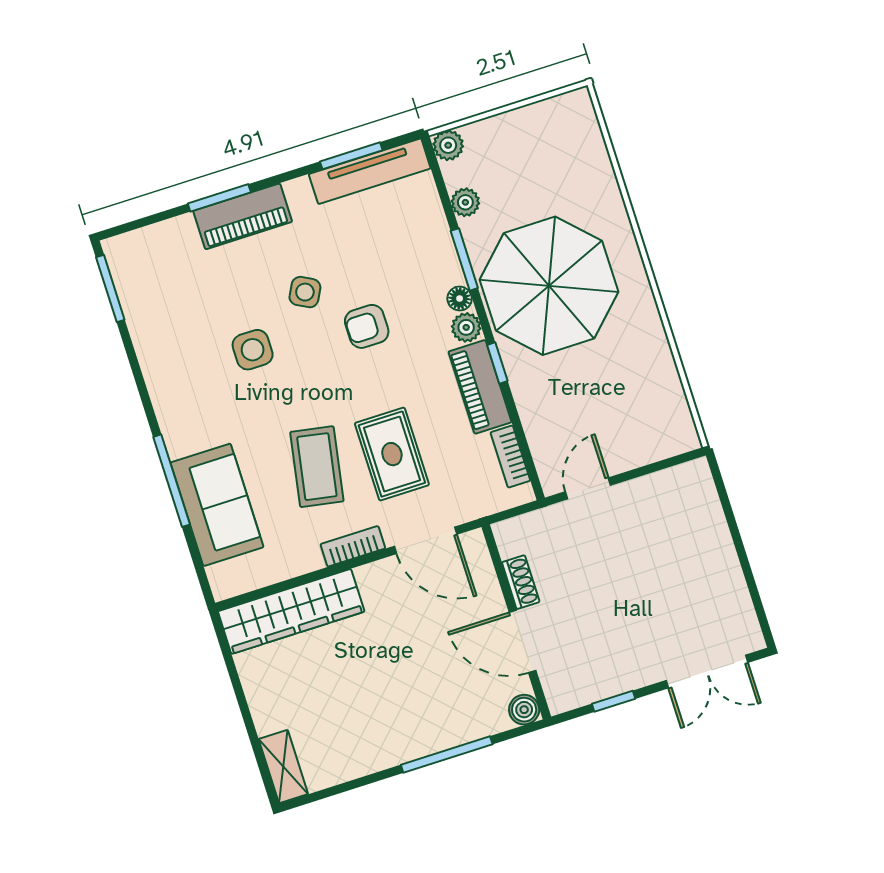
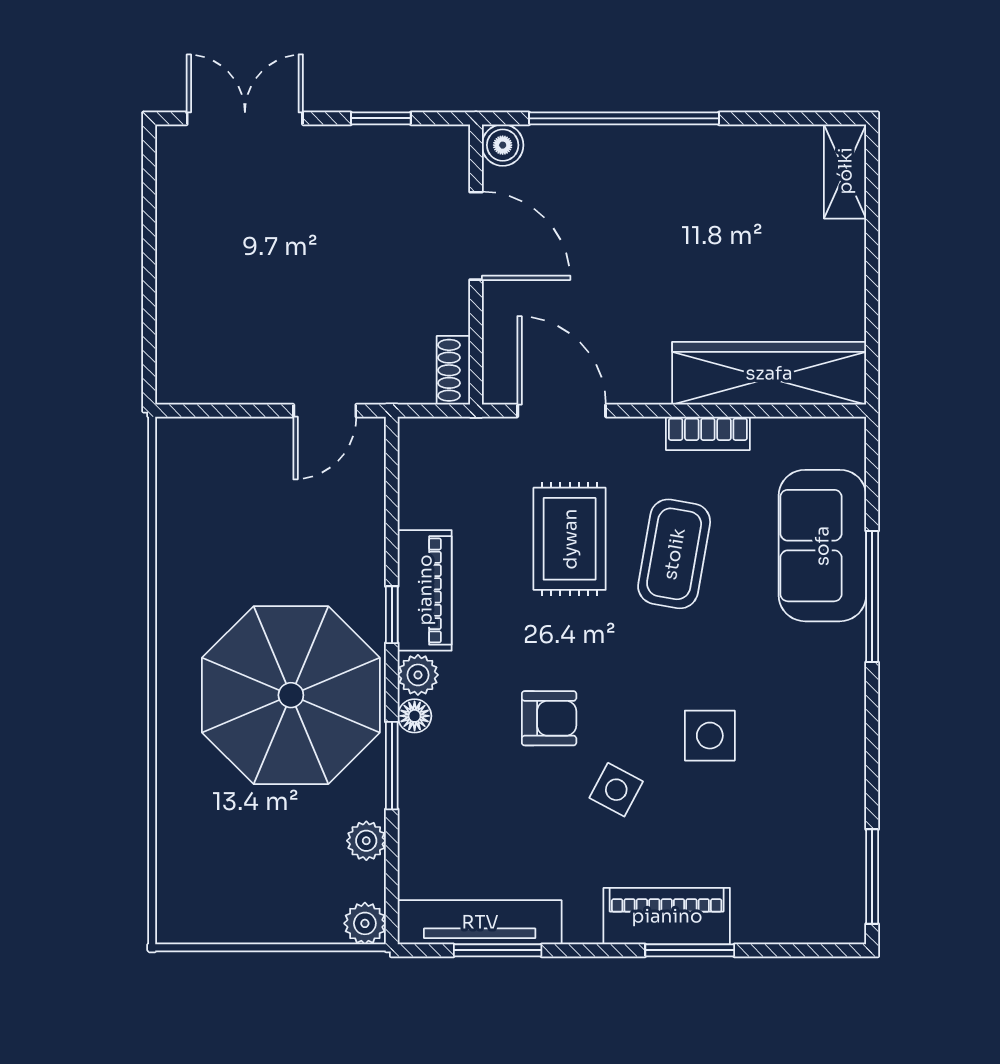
bookcase: (510, 457) -> (414, 486), removed
bookcase: (353, 546) -> (708, 433), moved
shoe rack: (521, 582) -> (453, 370), moved
window: (447, 755) -> (624, 118), width x1.46

